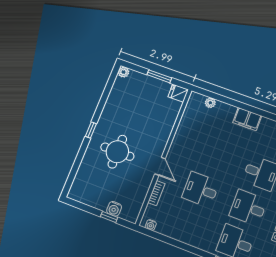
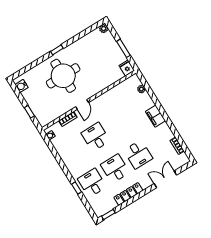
round table: (117, 152) -> (63, 76), width x1.36, depth x1.36
water cooler: (114, 209) -> (22, 86), moved

